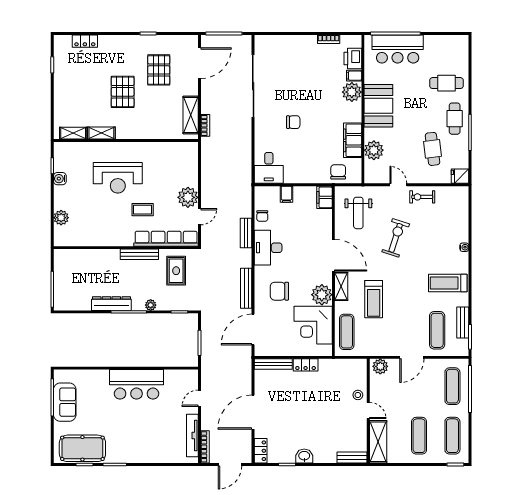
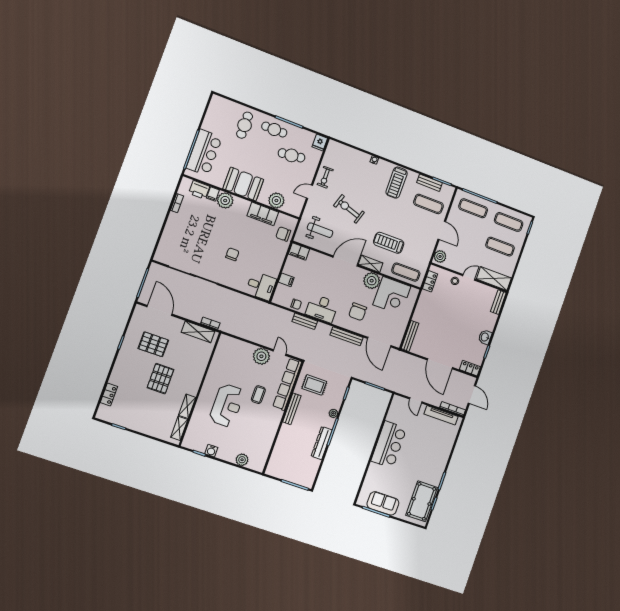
pallet: (123, 92) -> (160, 379), turned 90
treadmill: (374, 299) -> (389, 243), turned 180
locker: (306, 365) -> (430, 281), moved

